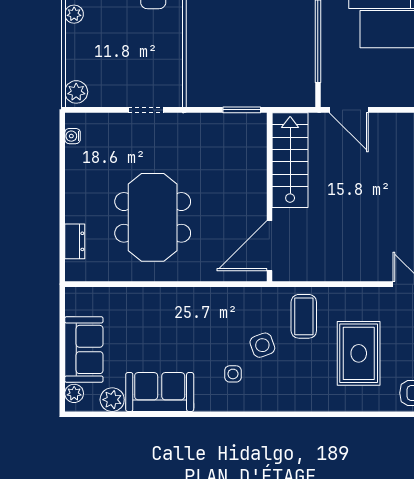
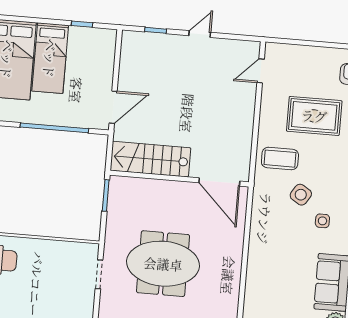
meeting table: (153, 217) -> (163, 264), moved
side table: (262, 345) -> (301, 195), turned -38

